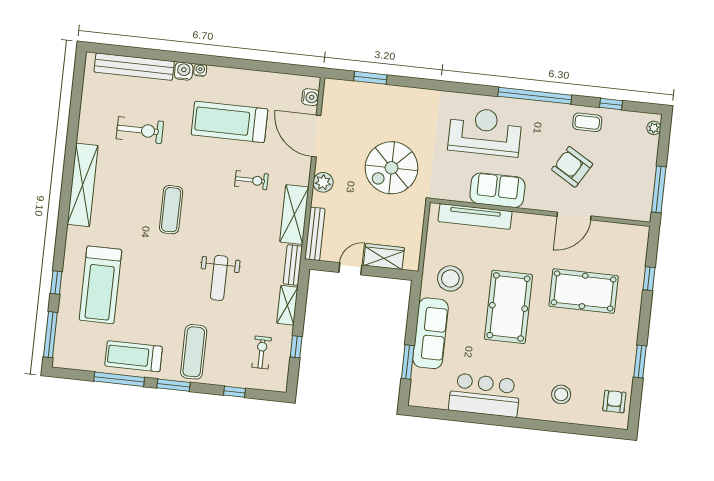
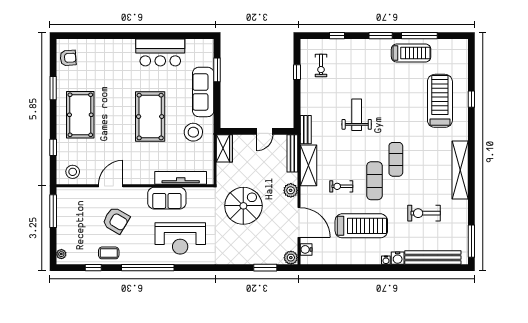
plant: (333, 88) -> (291, 258), added
wardrobe: (384, 257) -> (224, 148), moved, turned -90
pool table: (584, 291) -> (80, 115), moved, turned 90
shelving: (287, 305) -> (306, 101), removed
window: (50, 335) -> (471, 241), moved
exercise mat: (194, 352) -> (374, 181), moved
stool: (561, 394) -> (73, 172), moved
armchair: (614, 402) -> (68, 58), turned -94

